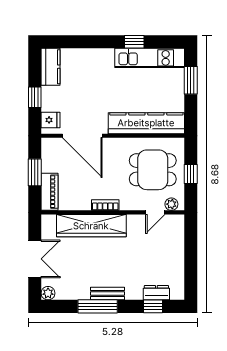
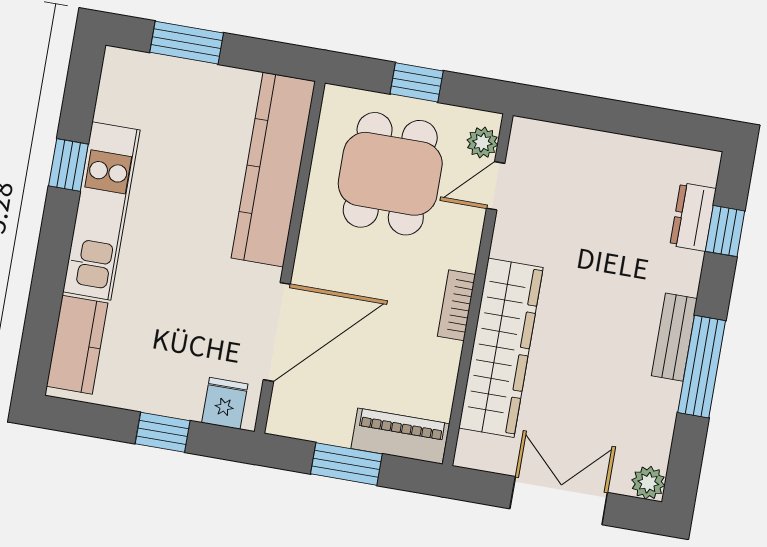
kitchen unit: (150, 58) -> (101, 211), moved
kitchen counter: (50, 67) -> (77, 345), moved, turned 90
door: (155, 212) -> (496, 186), swing flipped

